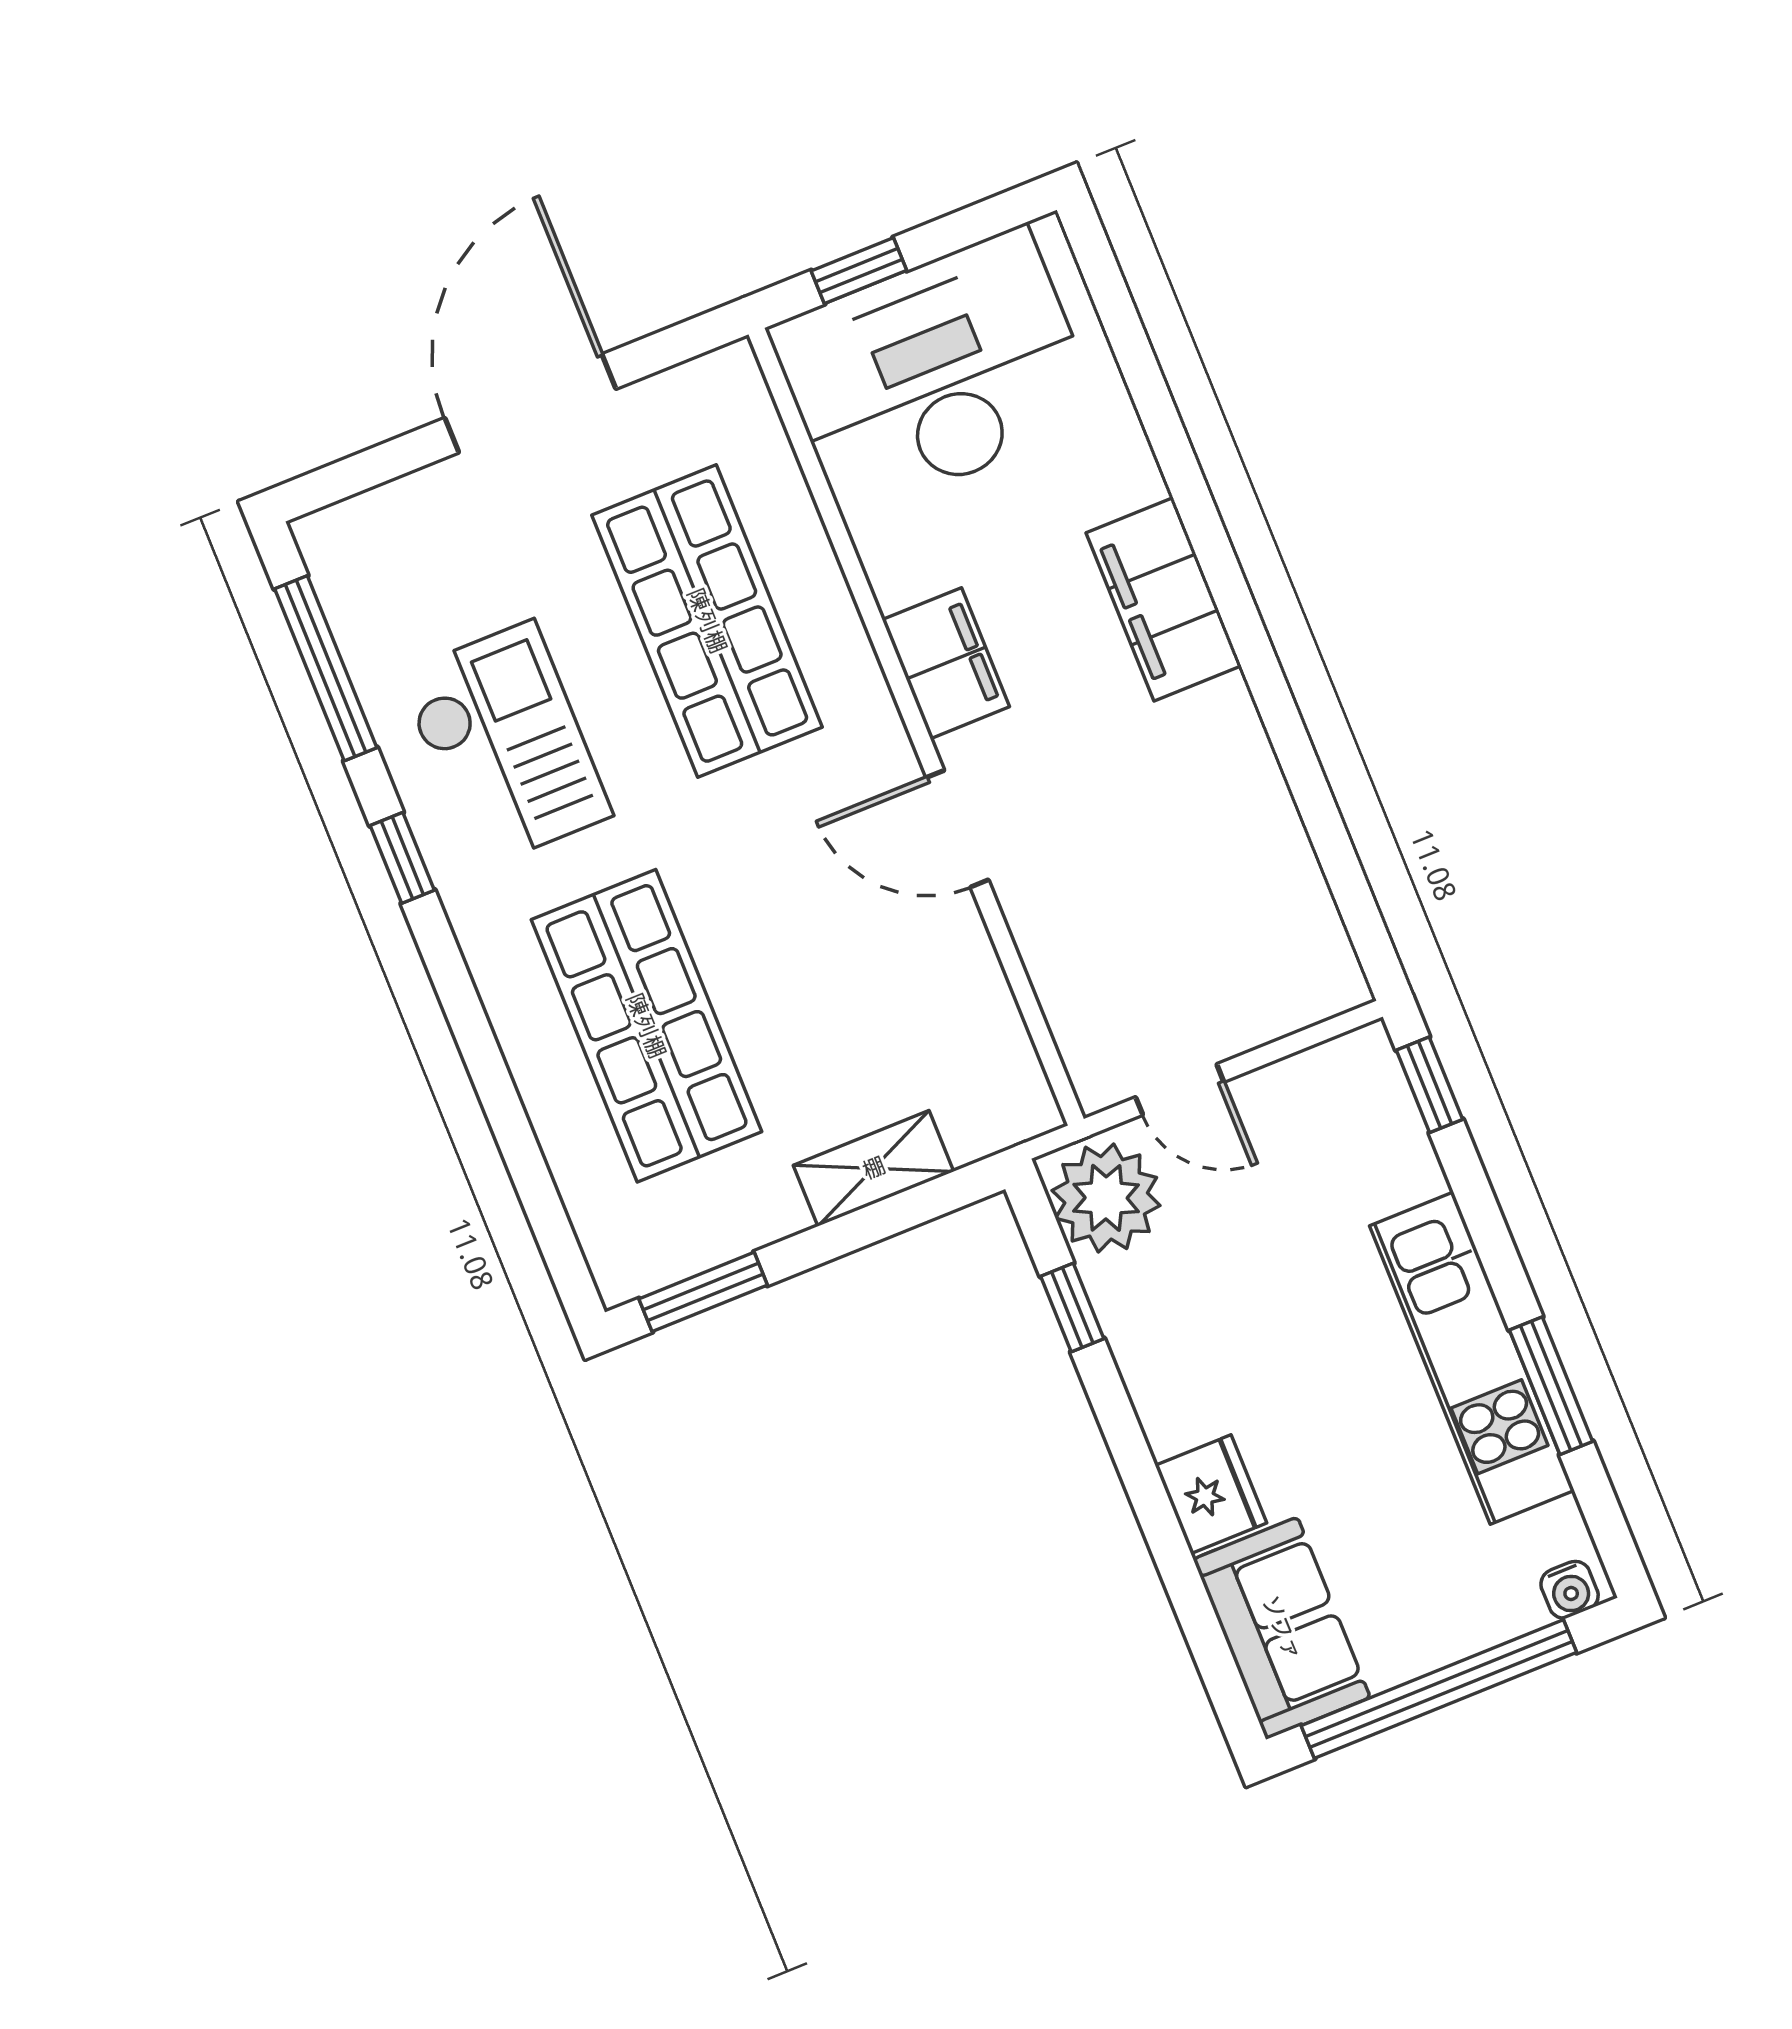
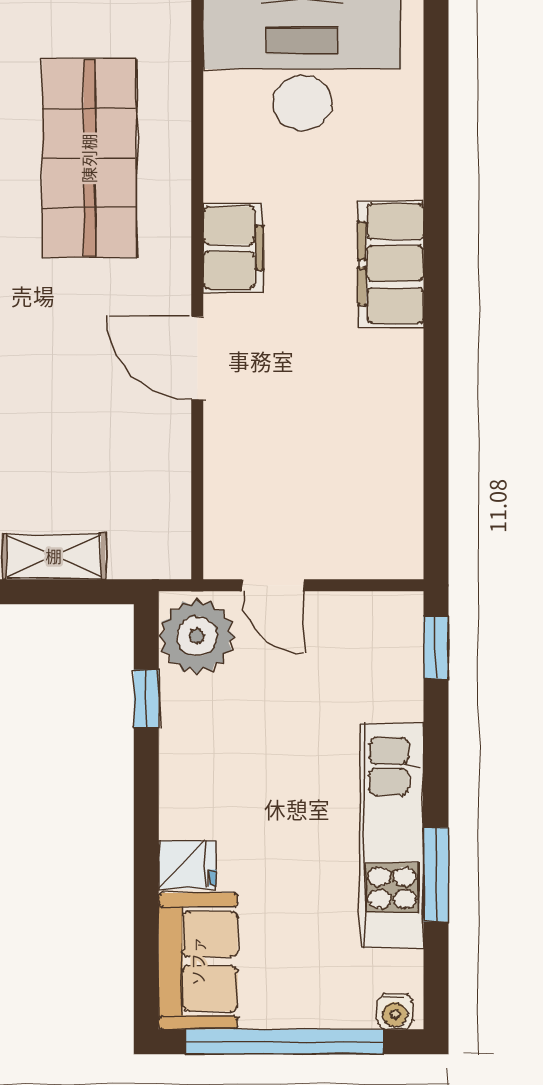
fridge: (1211, 1494) -> (187, 865), width x0.72

